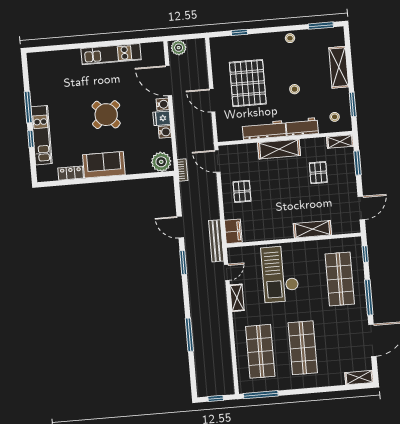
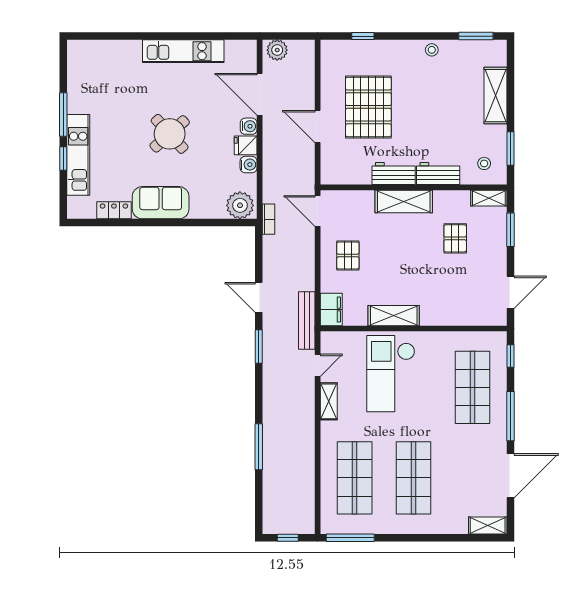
stool: (295, 89) -> (432, 121), removed
workbench: (264, 130) -> (394, 173), width x0.73
shelving: (312, 229) -> (394, 316), moved

